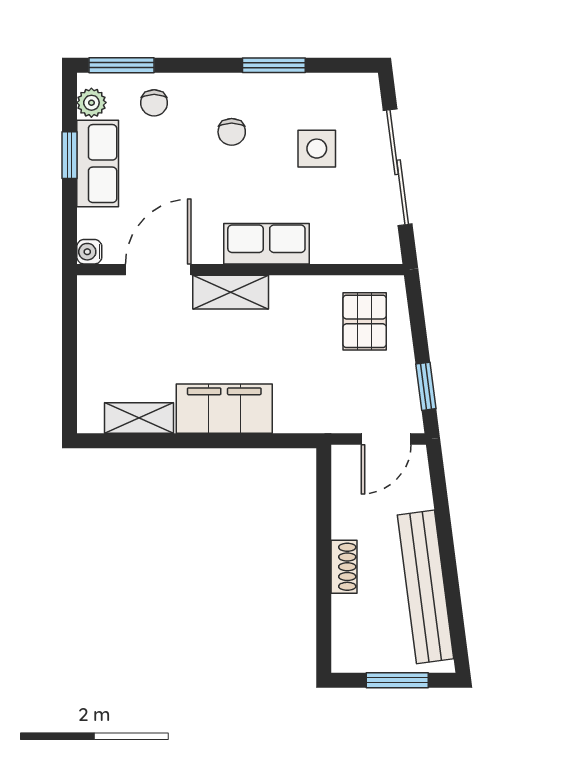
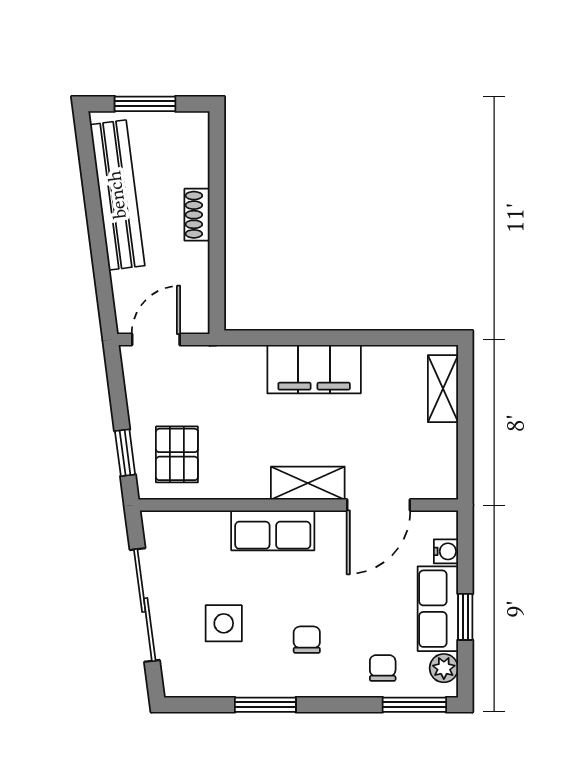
water cooler: (89, 252) -> (446, 551), moved
window: (426, 386) -> (125, 453), moved
shelving: (139, 418) -> (443, 389), moved, turned 90

